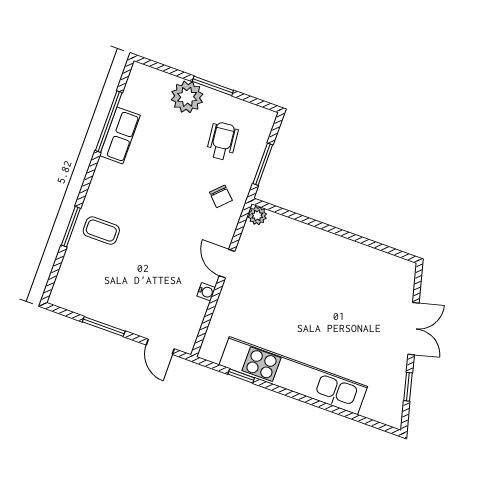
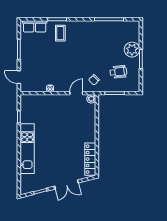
row of seats: (120, 135) -> (35, 26), moved
locker: (379, 262) -> (90, 159), added
door: (227, 264) -> (76, 93), moved
door: (160, 347) -> (19, 77), hinge flipped
kitchen unit: (293, 376) -> (27, 149), width x0.73

